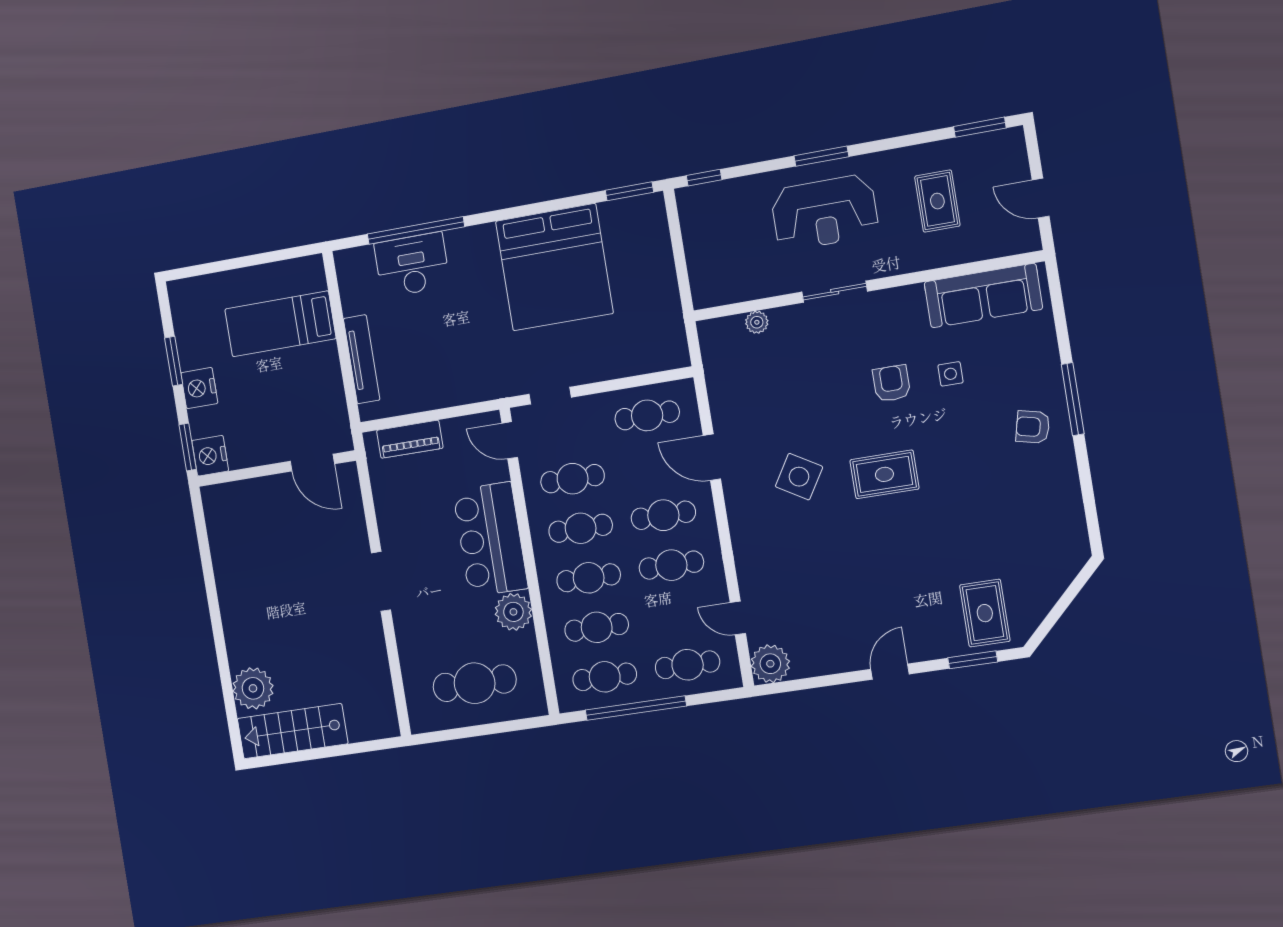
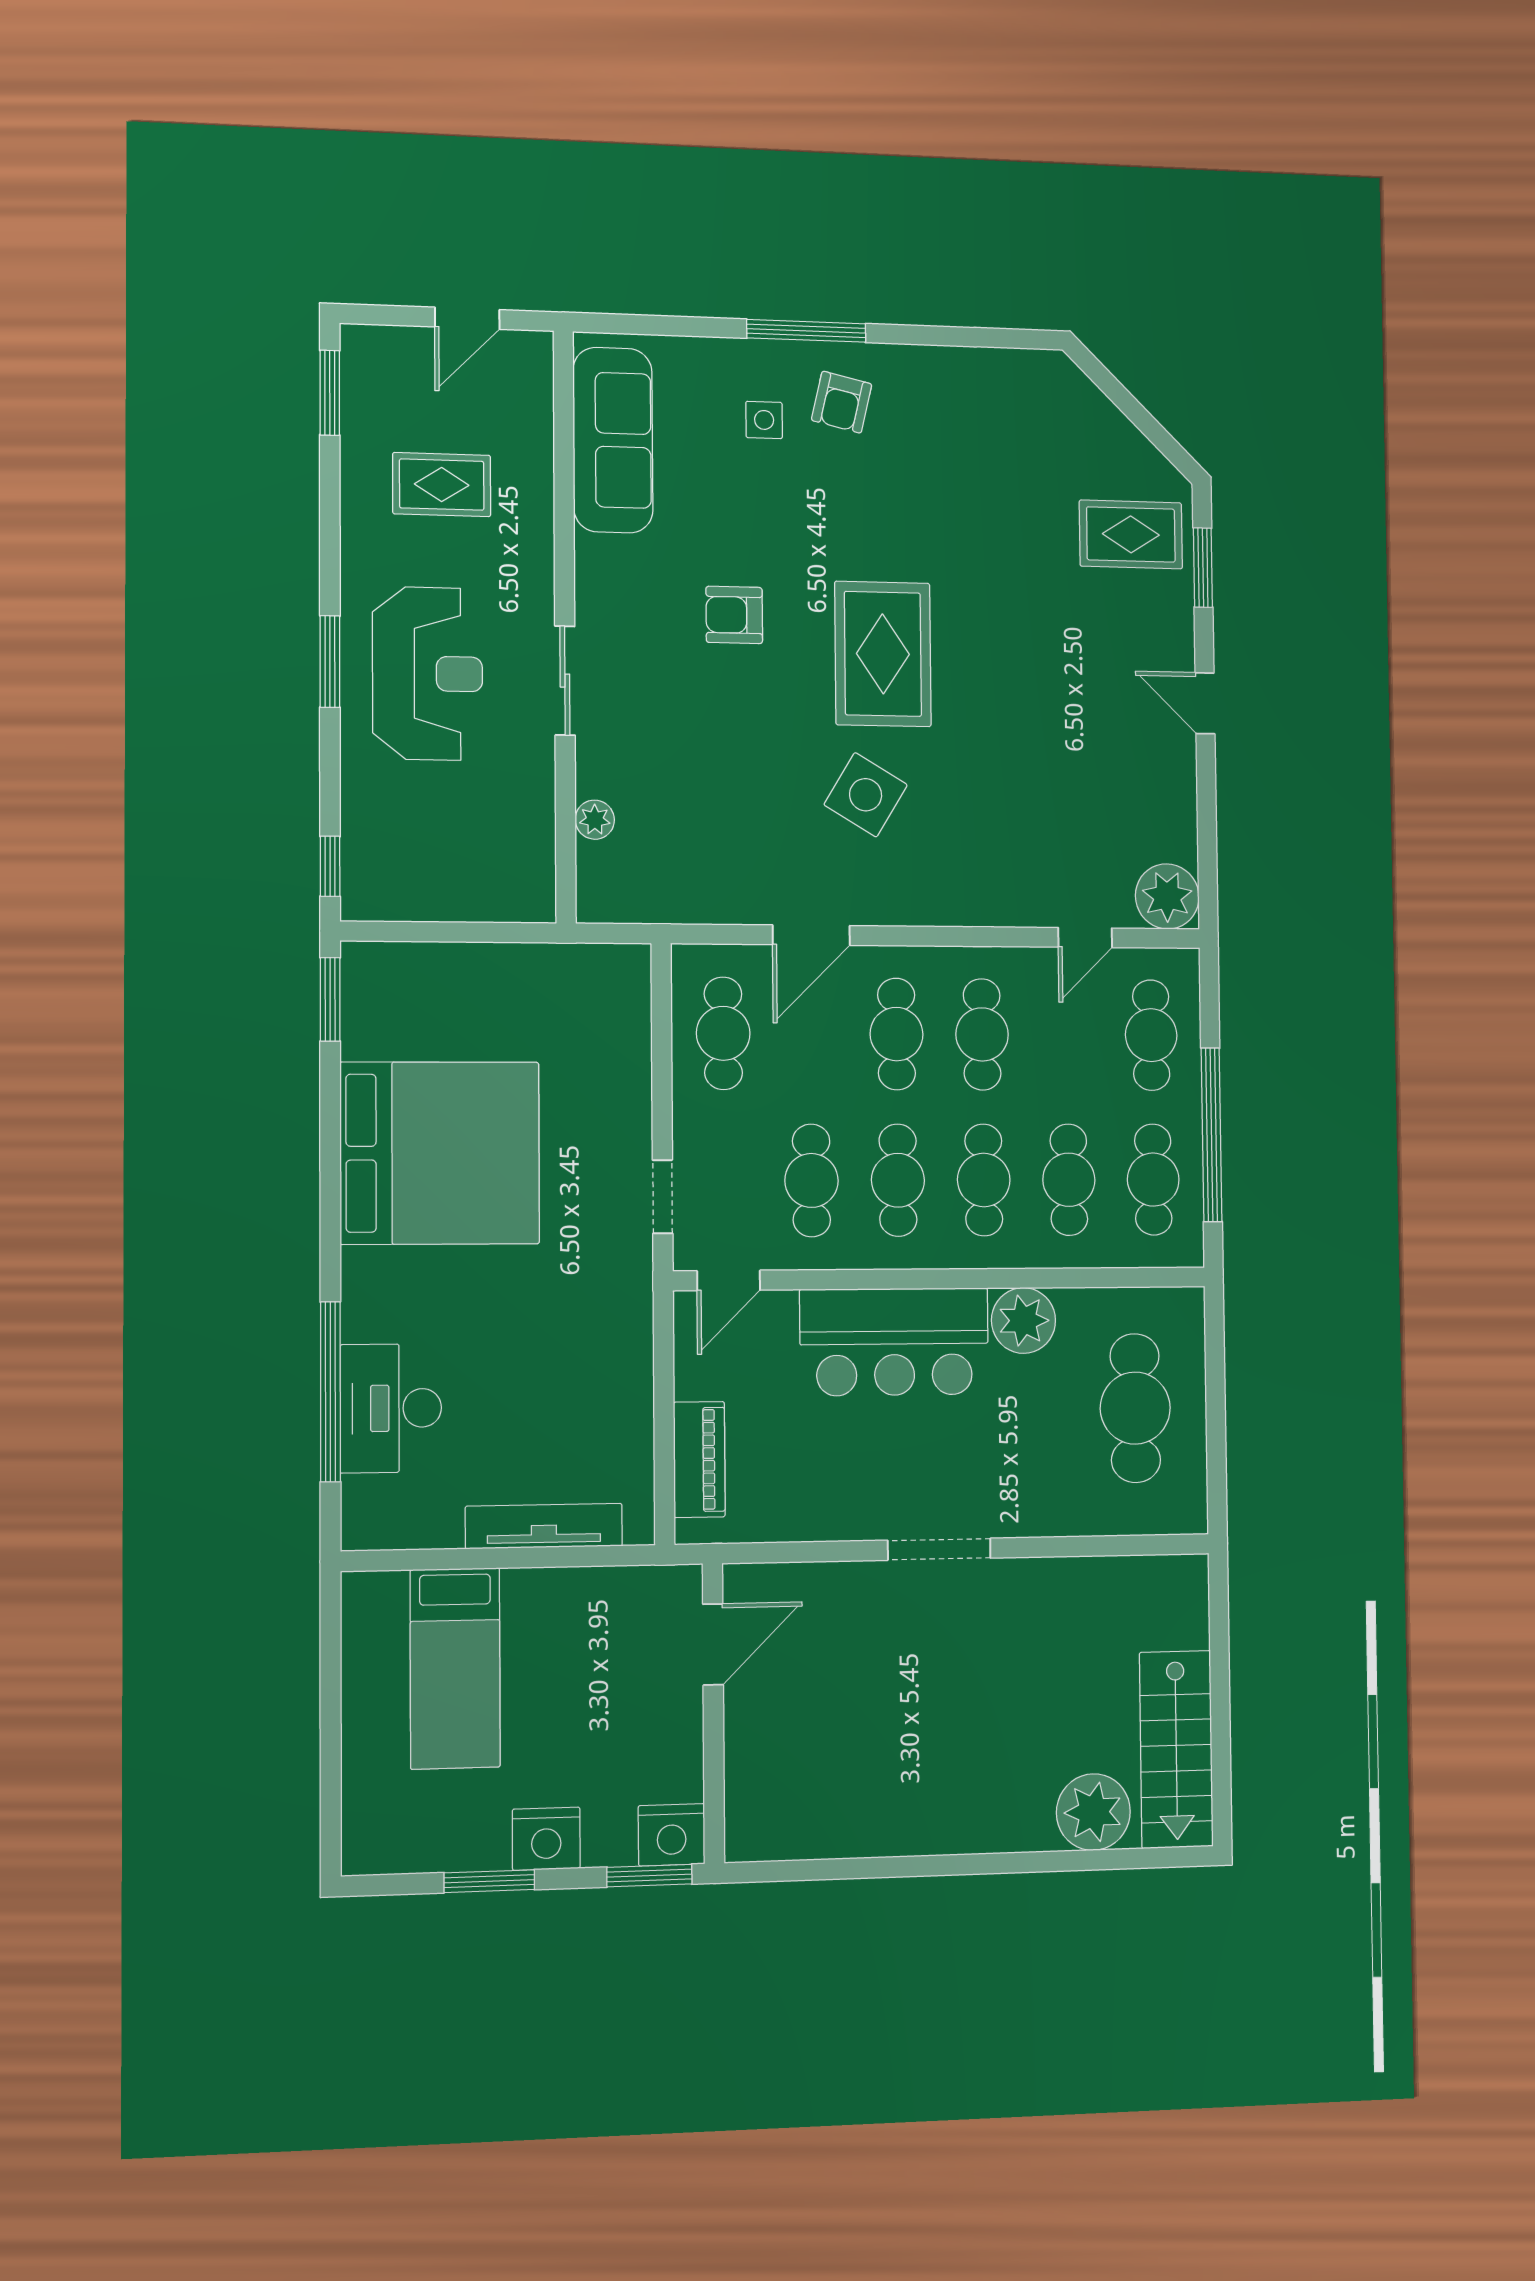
side table: (950, 374) -> (764, 420), moved
rug: (884, 474) -> (883, 654), width x1.36, depth x1.43

